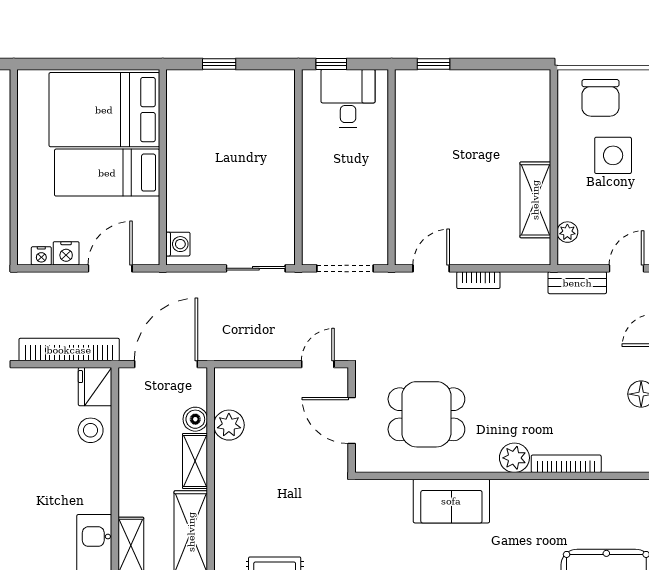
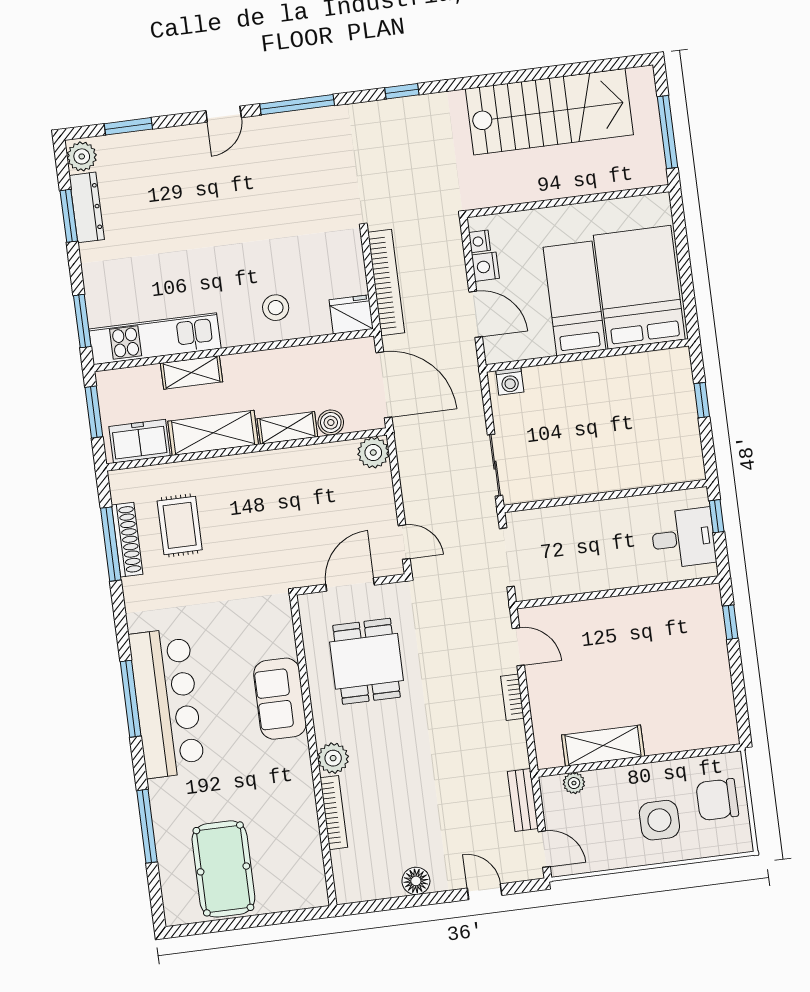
plant: (229, 425) -> (373, 453), moved
stool: (91, 430) -> (276, 308), moved

